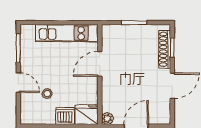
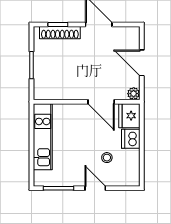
door: (100, 64) -> (101, 102), moved
door: (18, 83) -> (95, 188), hinge flipped

